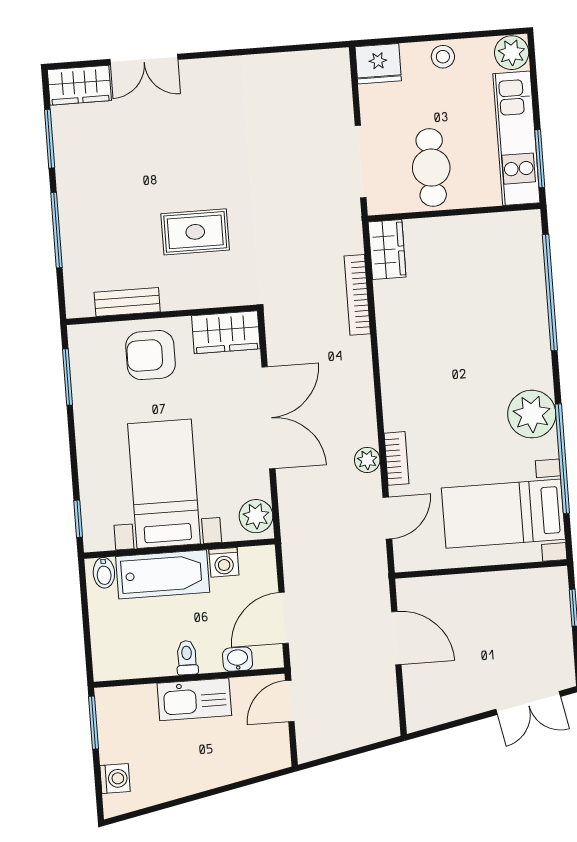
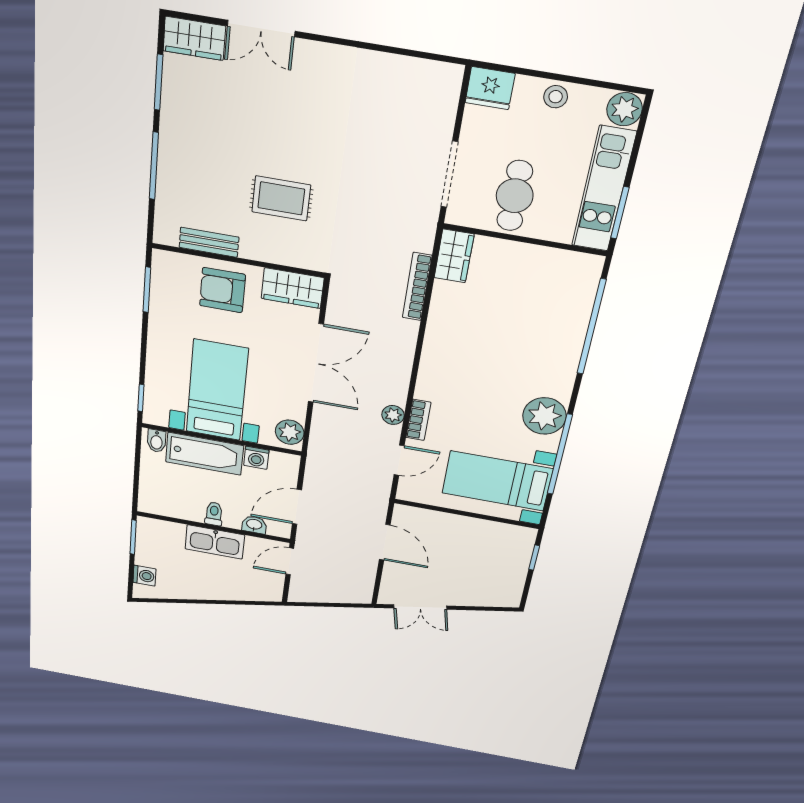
double door: (528, 703) -> (420, 607), moved

